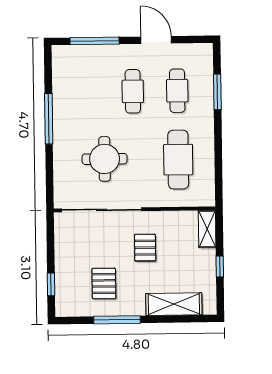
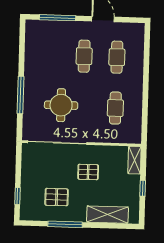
window: (217, 92) -> (146, 59), removed
window: (49, 119) -> (20, 95), moved
cafe table: (178, 160) -> (115, 108), width x0.73, depth x0.74
pallet: (145, 248) -> (88, 172), turned 90
pallet: (104, 283) -> (57, 197), turned 90

